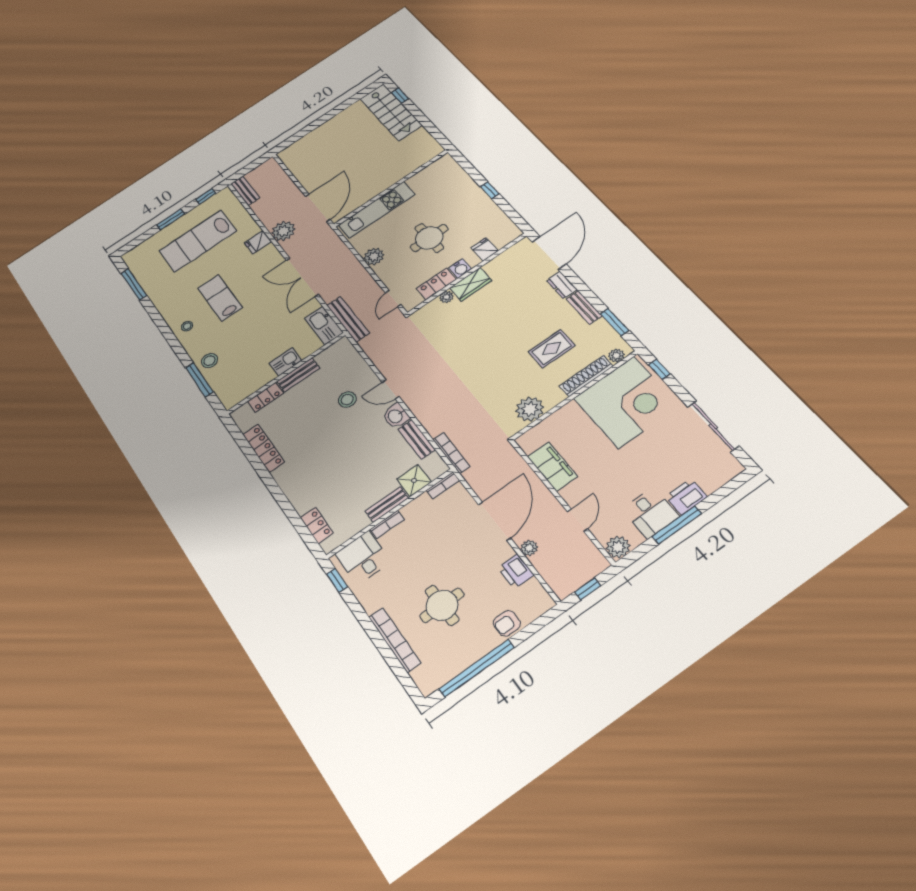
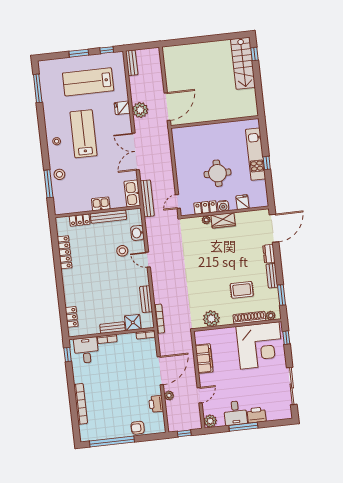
kitchen unit: (377, 210) -> (256, 154), moved, turned 90
plant: (374, 256) -> (182, 165), removed
lab bench: (220, 298) -> (83, 134), width x1.36, depth x1.39
bench: (298, 375) -> (108, 217), width x1.36
washbasin: (396, 416) -> (137, 233), moved
round table: (442, 605) -> (112, 400), removed

